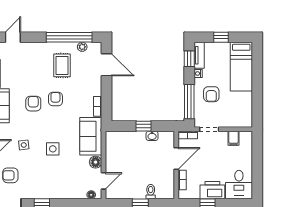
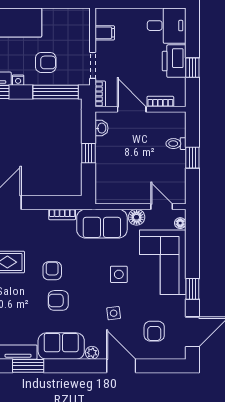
armchair: (55, 99) -> (52, 271), turned 90
washbasin: (152, 136) -> (101, 128), moved
corner sofa: (62, 182) -> (163, 262), added

